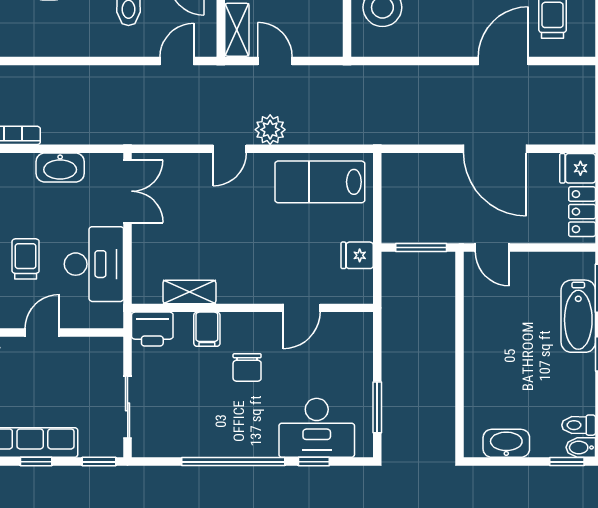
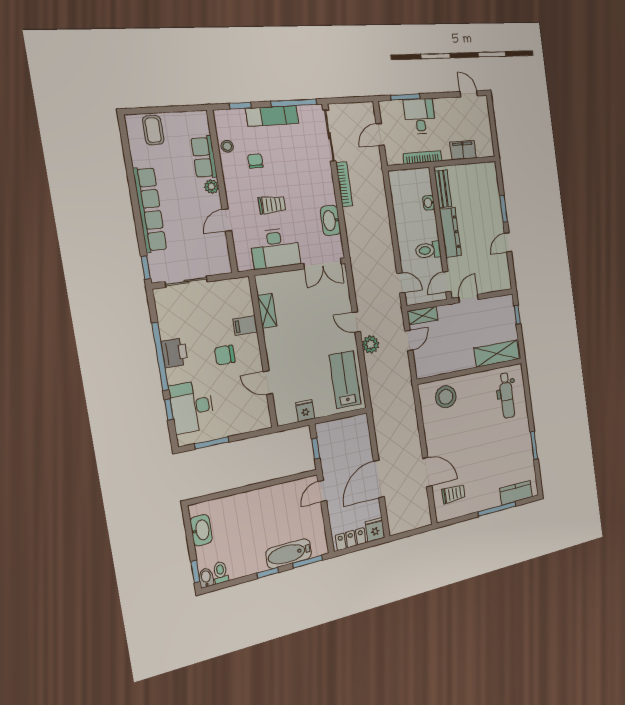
window: (421, 248) -> (316, 448), width x0.67
printer: (152, 329) -> (175, 353), moved, turned 180
door: (42, 333) -> (227, 220), swing flipped
window: (36, 462) -> (139, 225), removed

